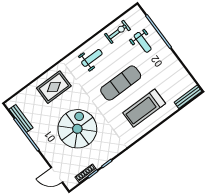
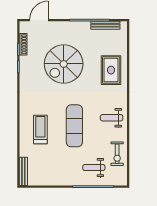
weight bench: (92, 58) -> (112, 118), turned 90
treadmill: (144, 108) -> (40, 130), width x0.73, depth x0.73
spiral stairs: (77, 129) -> (64, 64), turned 90

